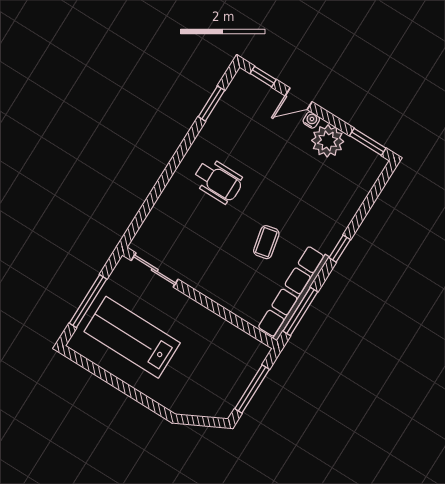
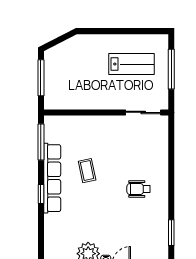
wheelchair: (218, 181) -> (139, 189), width x0.73, depth x0.73
row of seats: (293, 293) -> (52, 178), moved
lab bench: (132, 337) -> (132, 64), width x0.73, depth x0.72

